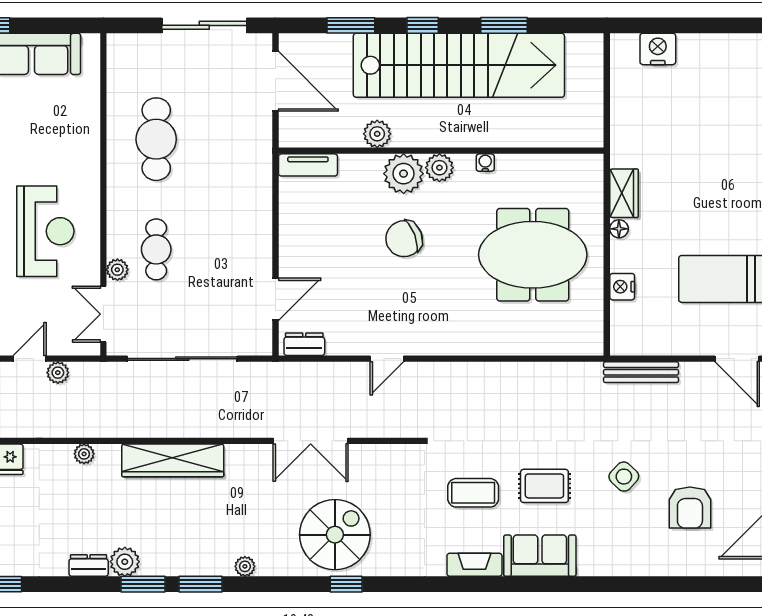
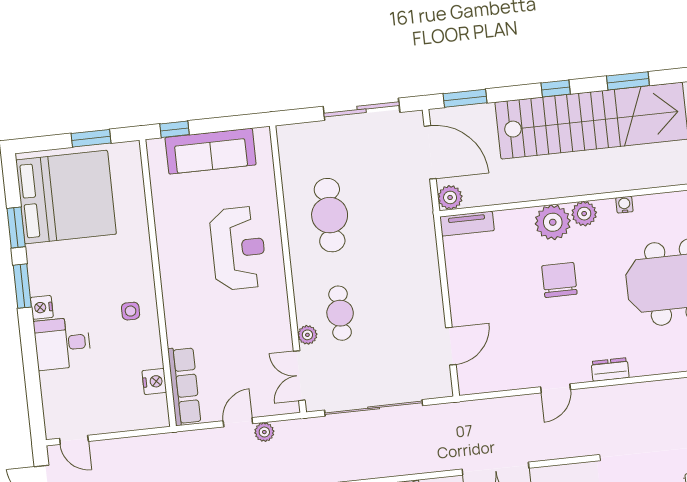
window: (351, 25) -> (465, 98), moved
plant: (377, 134) -> (450, 197), moved
reception desk: (45, 231) -> (238, 248), moved
chair: (404, 239) -> (559, 280), turned 111
dresser: (304, 344) -> (610, 370), moved

